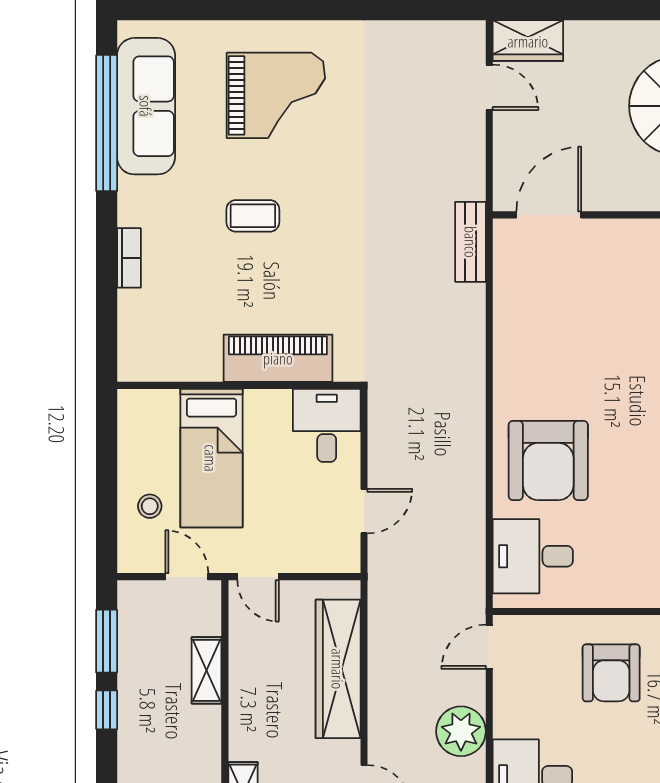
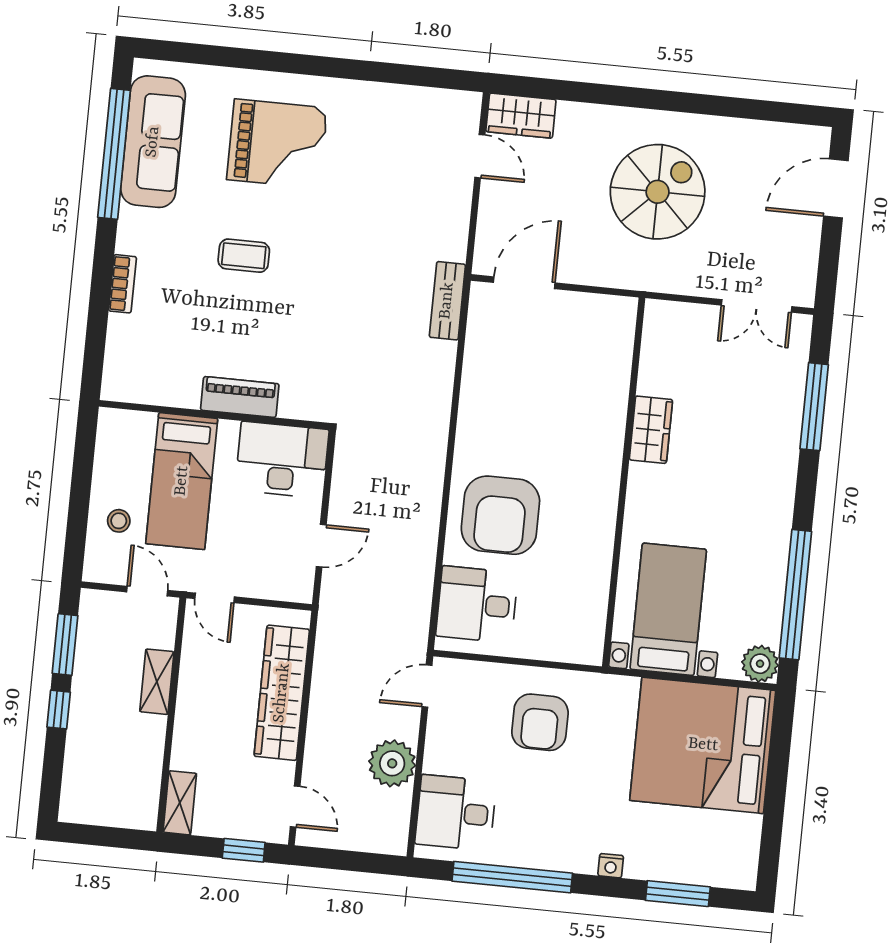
piano: (278, 358) -> (240, 397), width x0.73, depth x0.75
desk: (327, 425) -> (282, 460), width x1.37

